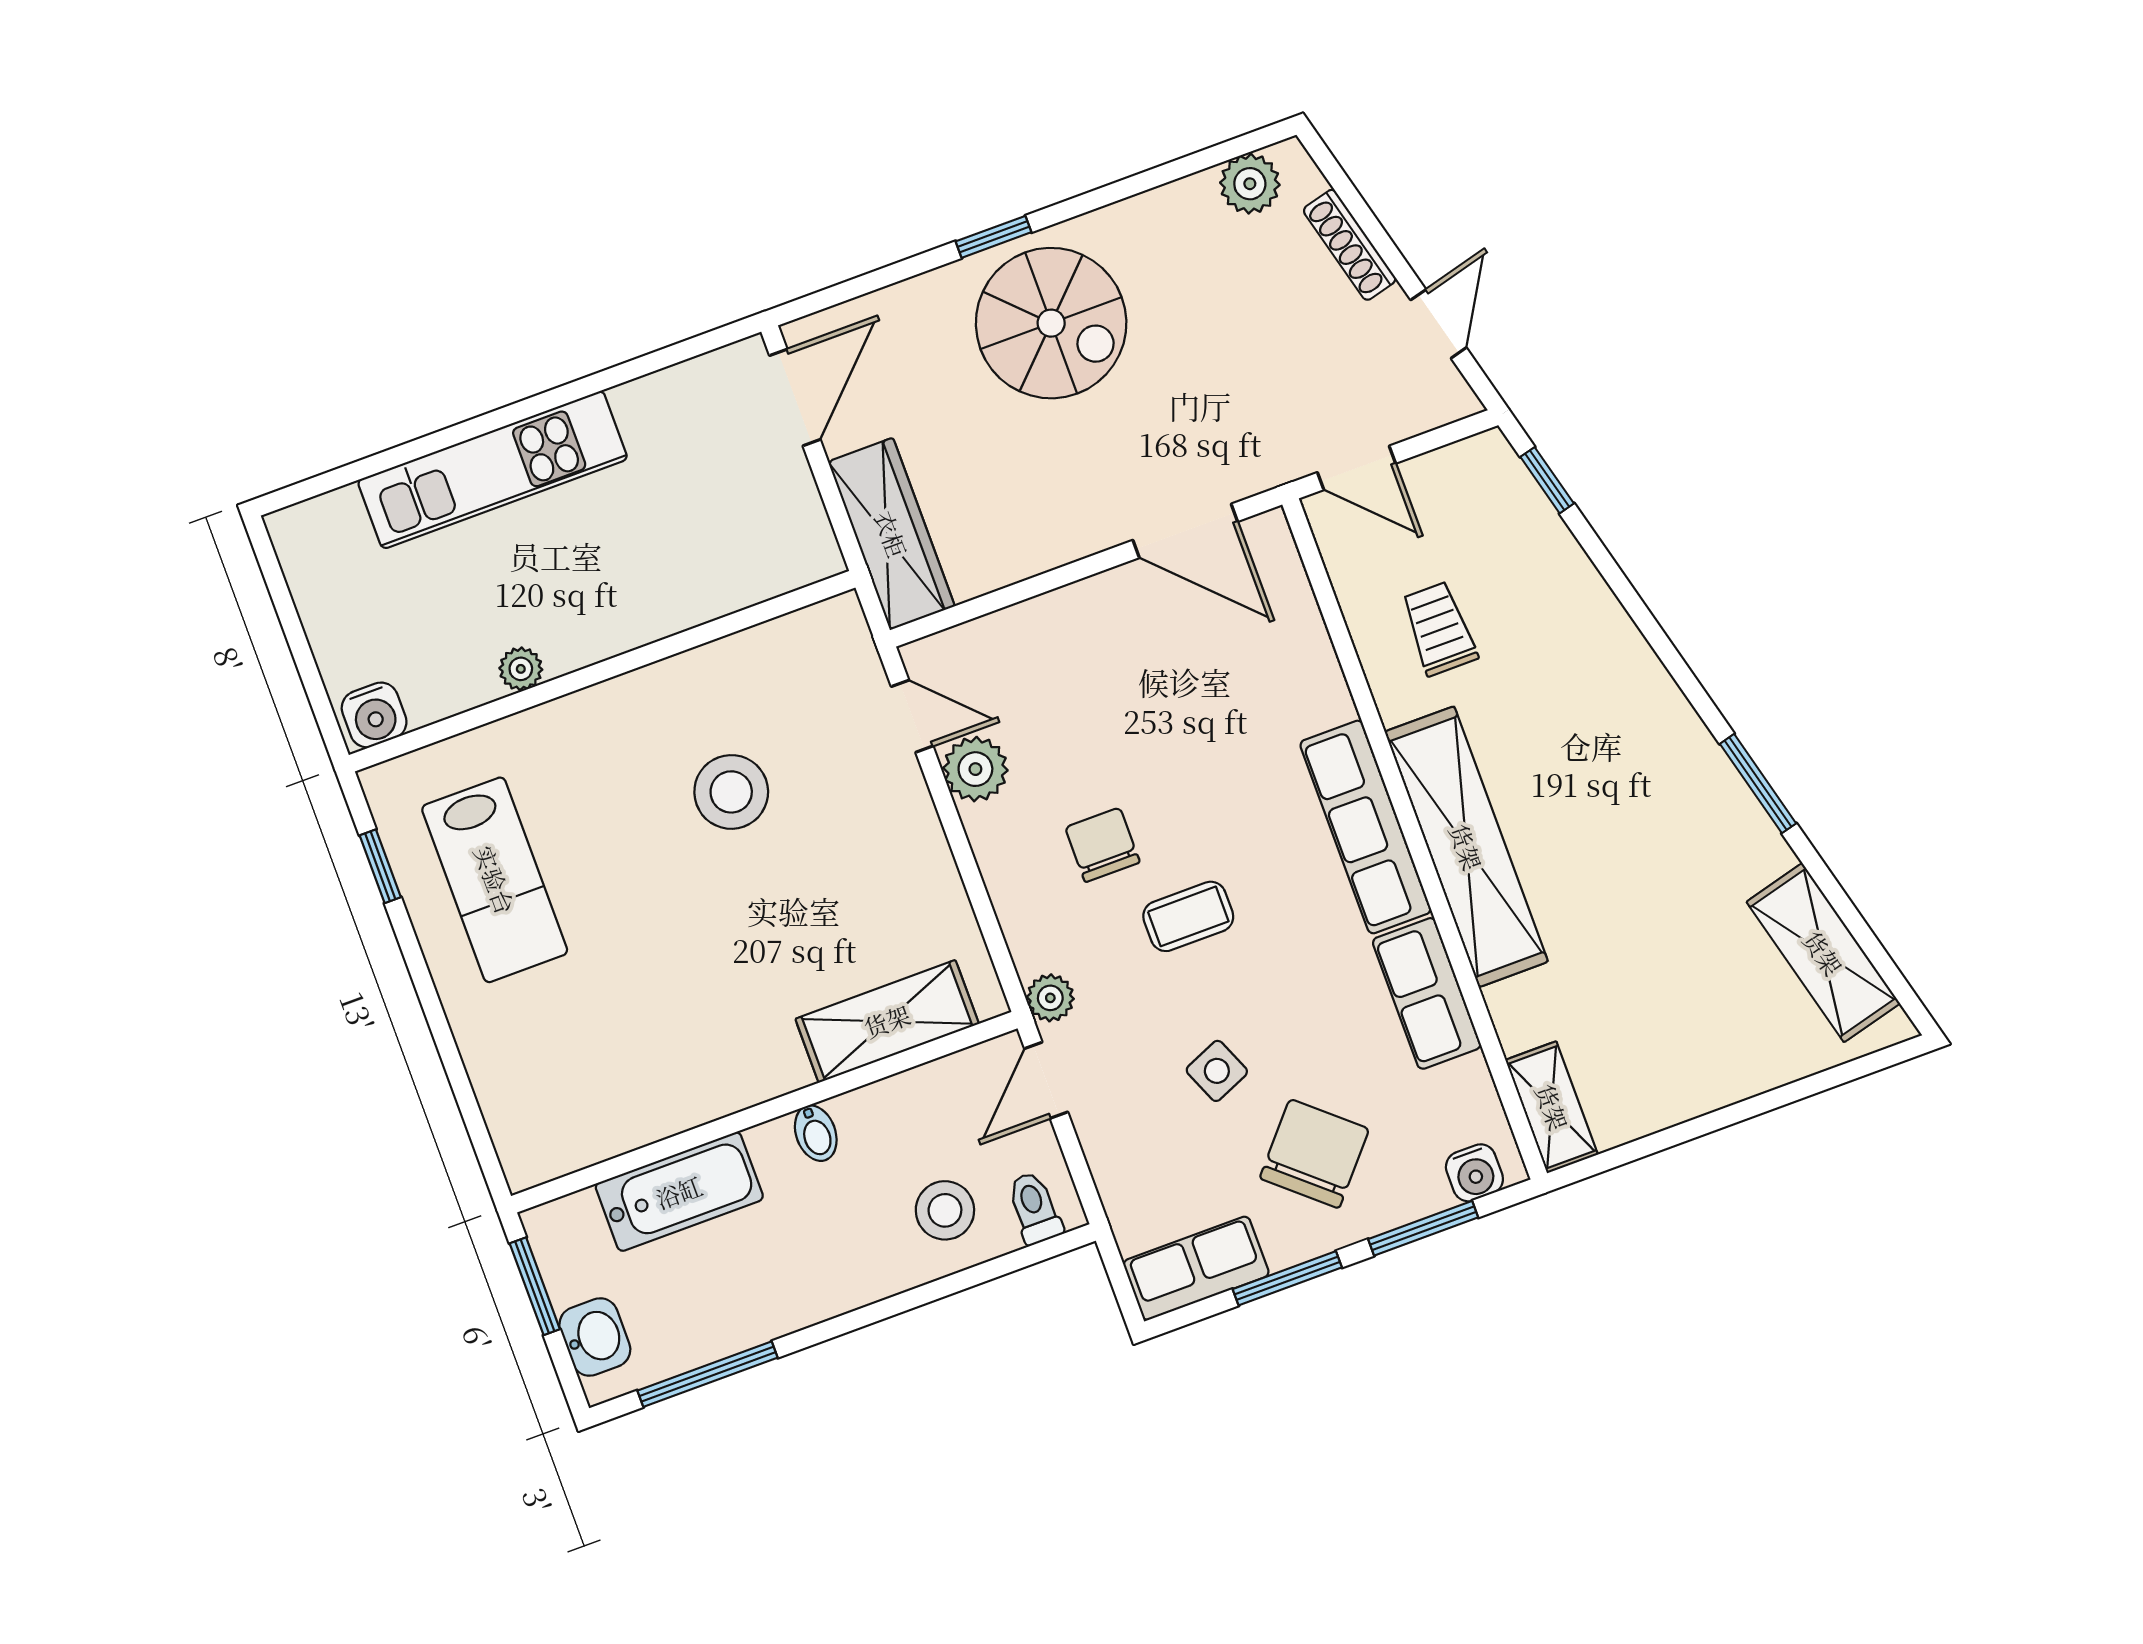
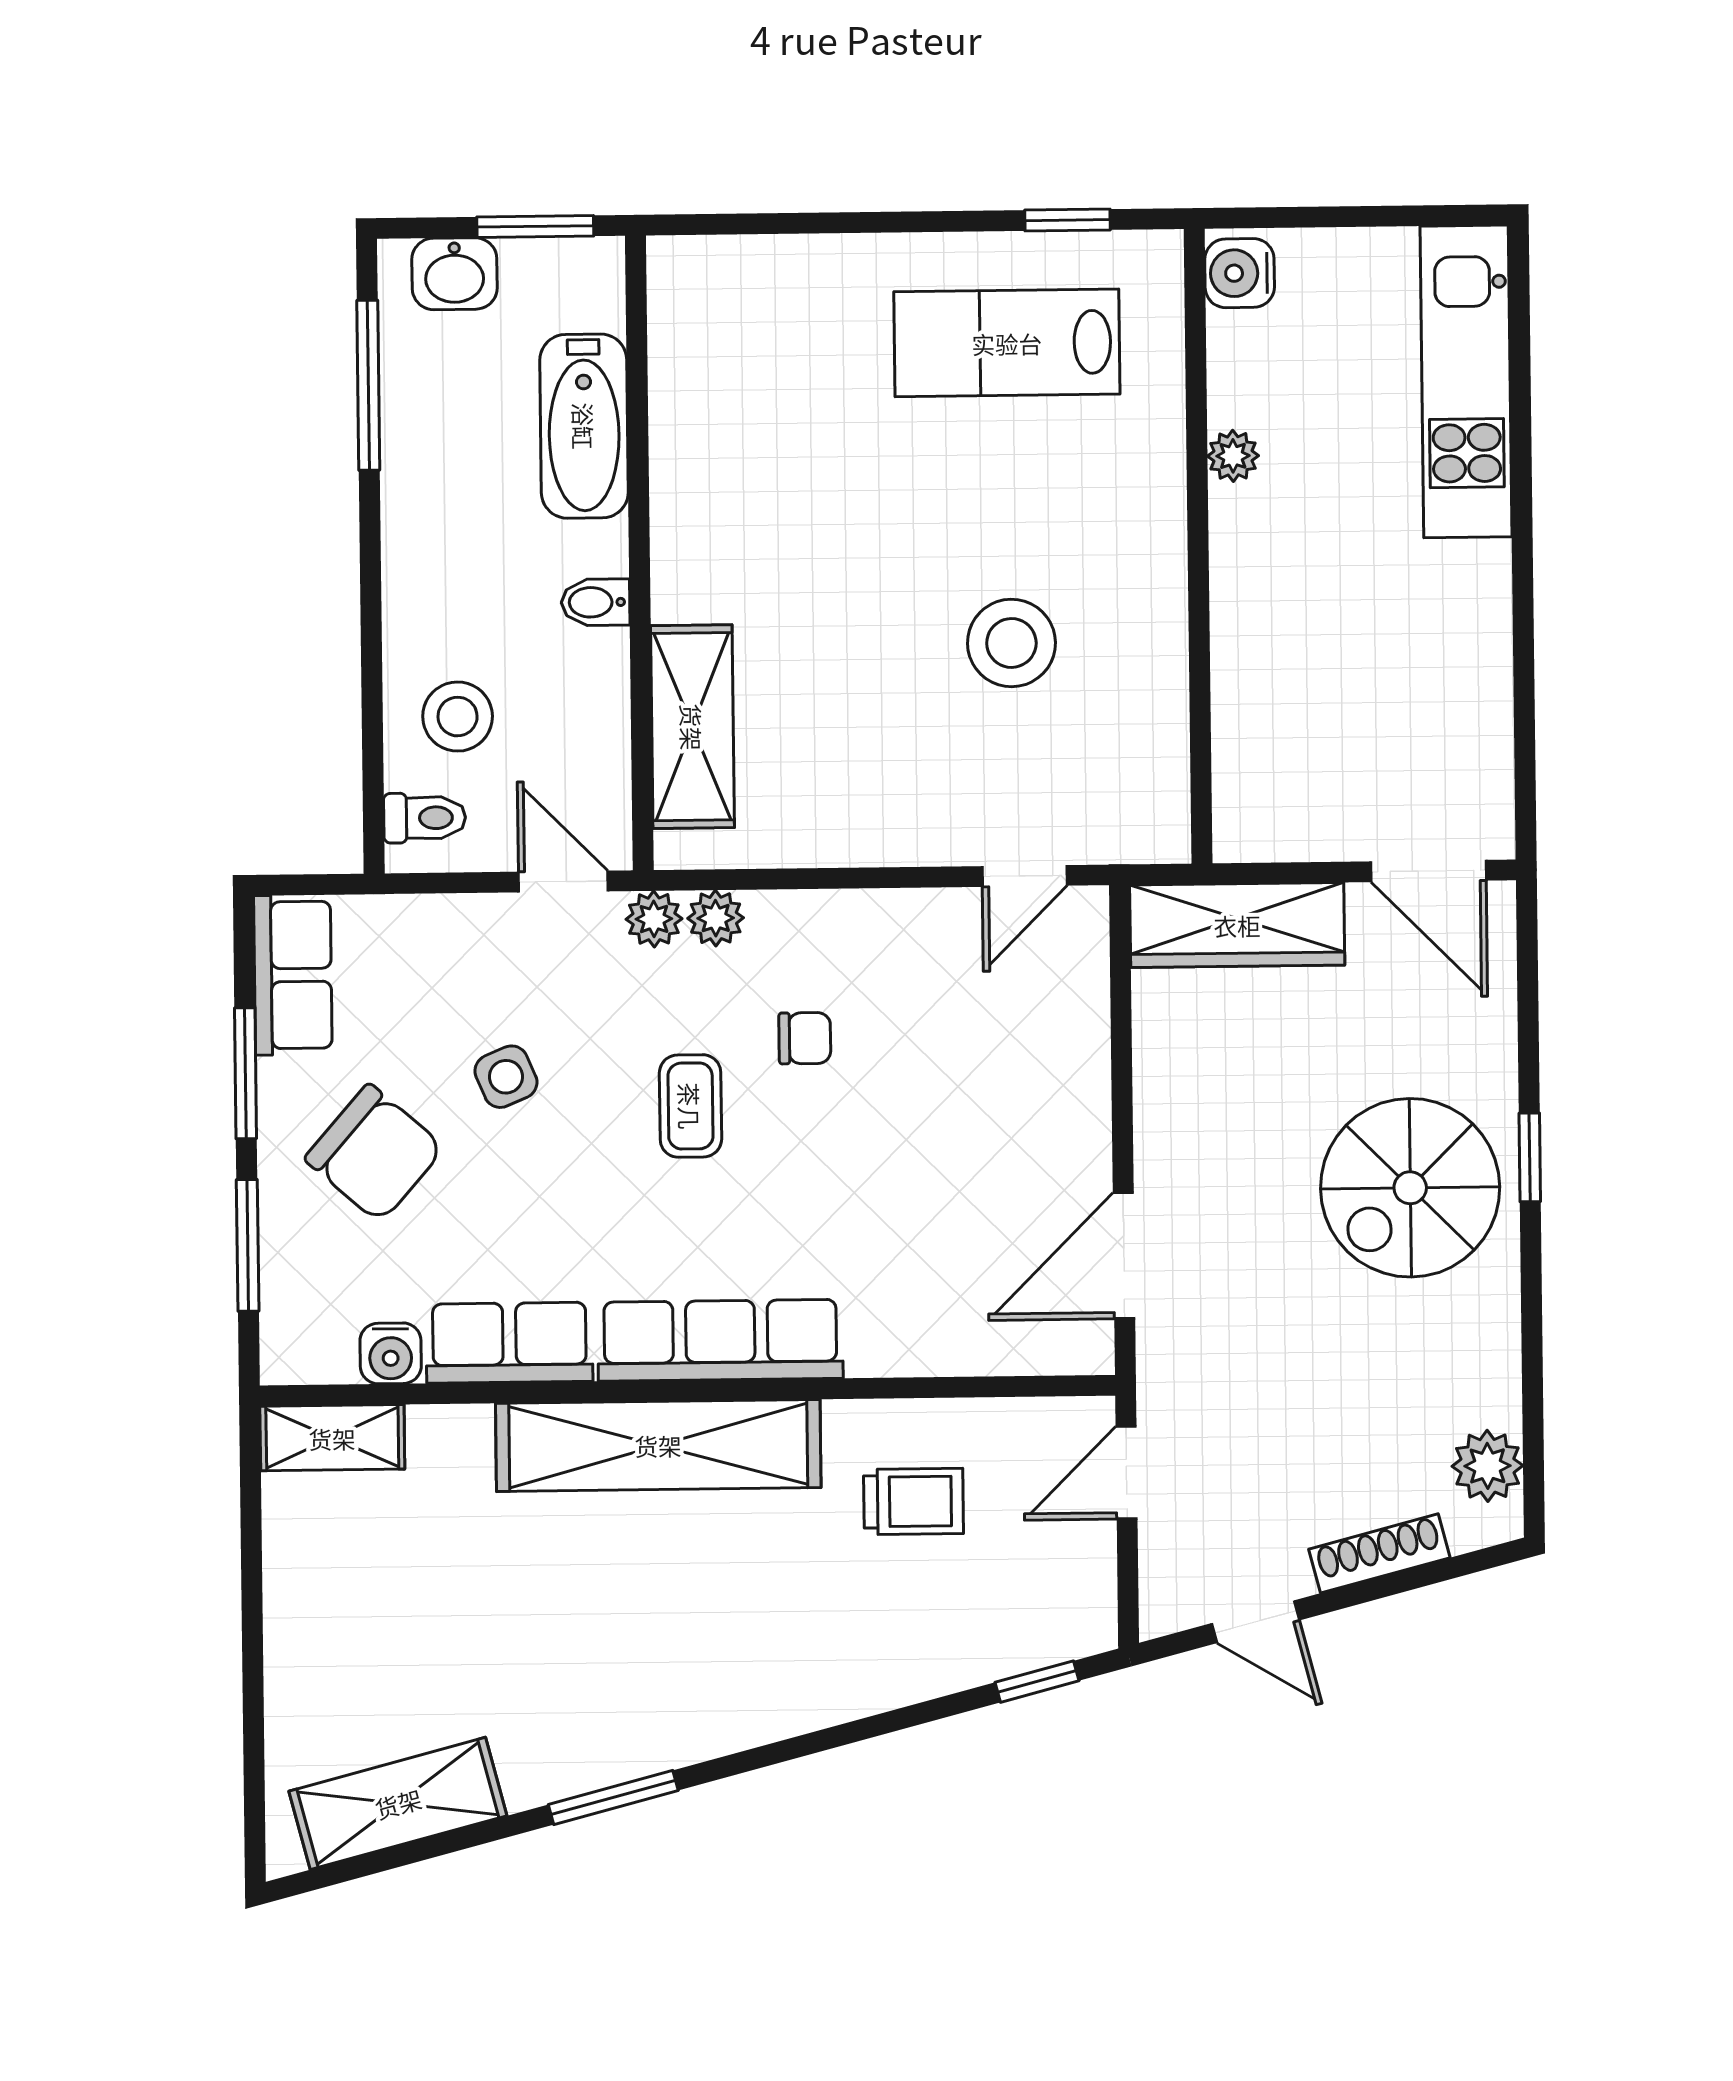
kitchen unit: (493, 470) -> (1466, 381), moved
plant: (975, 769) -> (716, 918), moved, width x0.73, depth x0.73
chair: (1102, 845) -> (805, 1038), width x0.73, depth x0.73
water cooler: (1474, 1173) -> (391, 1353), moved, turned -90

